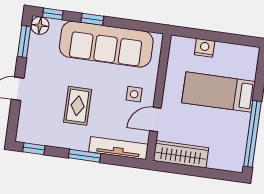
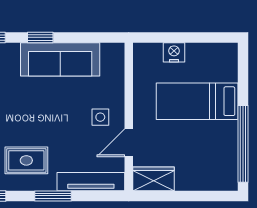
sofa: (106, 44) -> (60, 59), width x0.74, depth x0.79
rug: (78, 106) -> (26, 160), moved, turned 90
wardrobe: (181, 154) -> (154, 179), width x0.67

